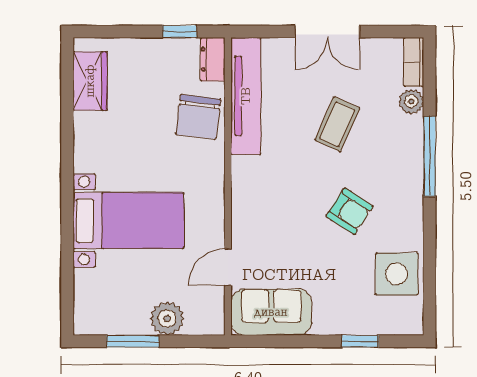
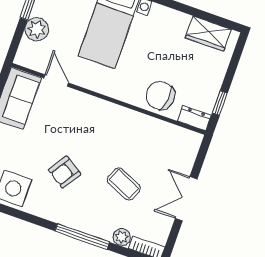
tv unit: (246, 96) -> (163, 131), removed

